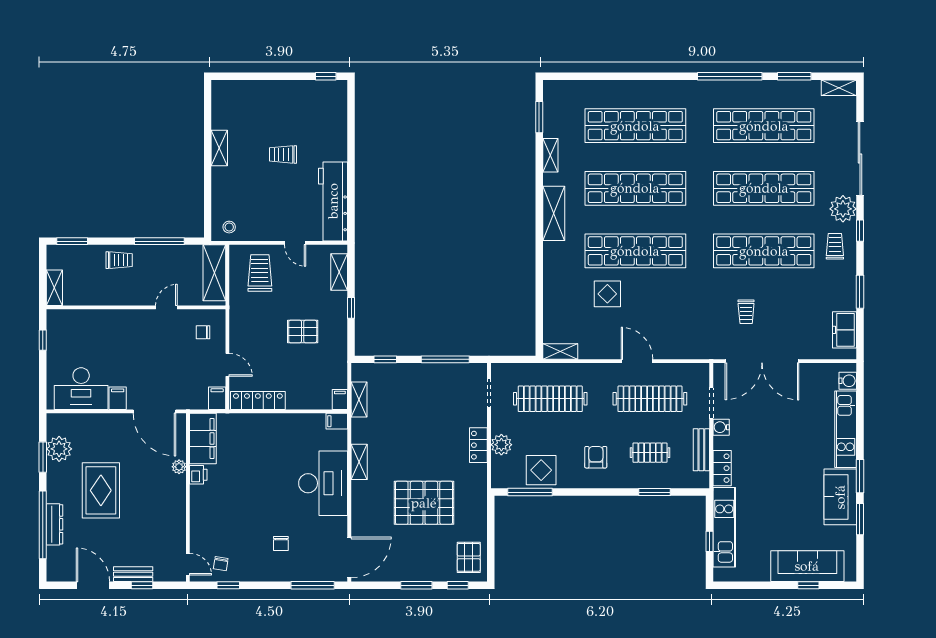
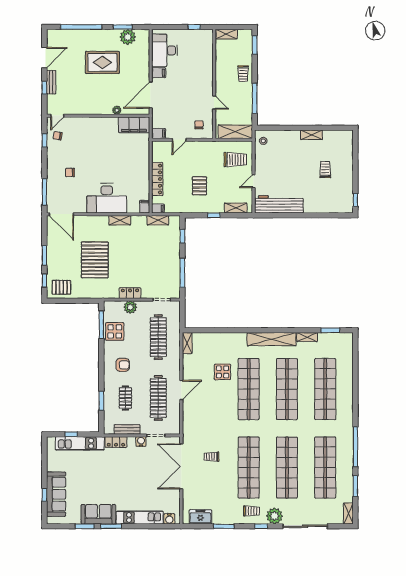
trolley: (283, 154) -> (325, 170), moved
shelving: (554, 213) -> (272, 339), width x1.47
locker: (258, 401) -> (157, 179), moved
printer: (198, 475) -> (112, 122), removed
dresser: (54, 524) -> (82, 34), removed

